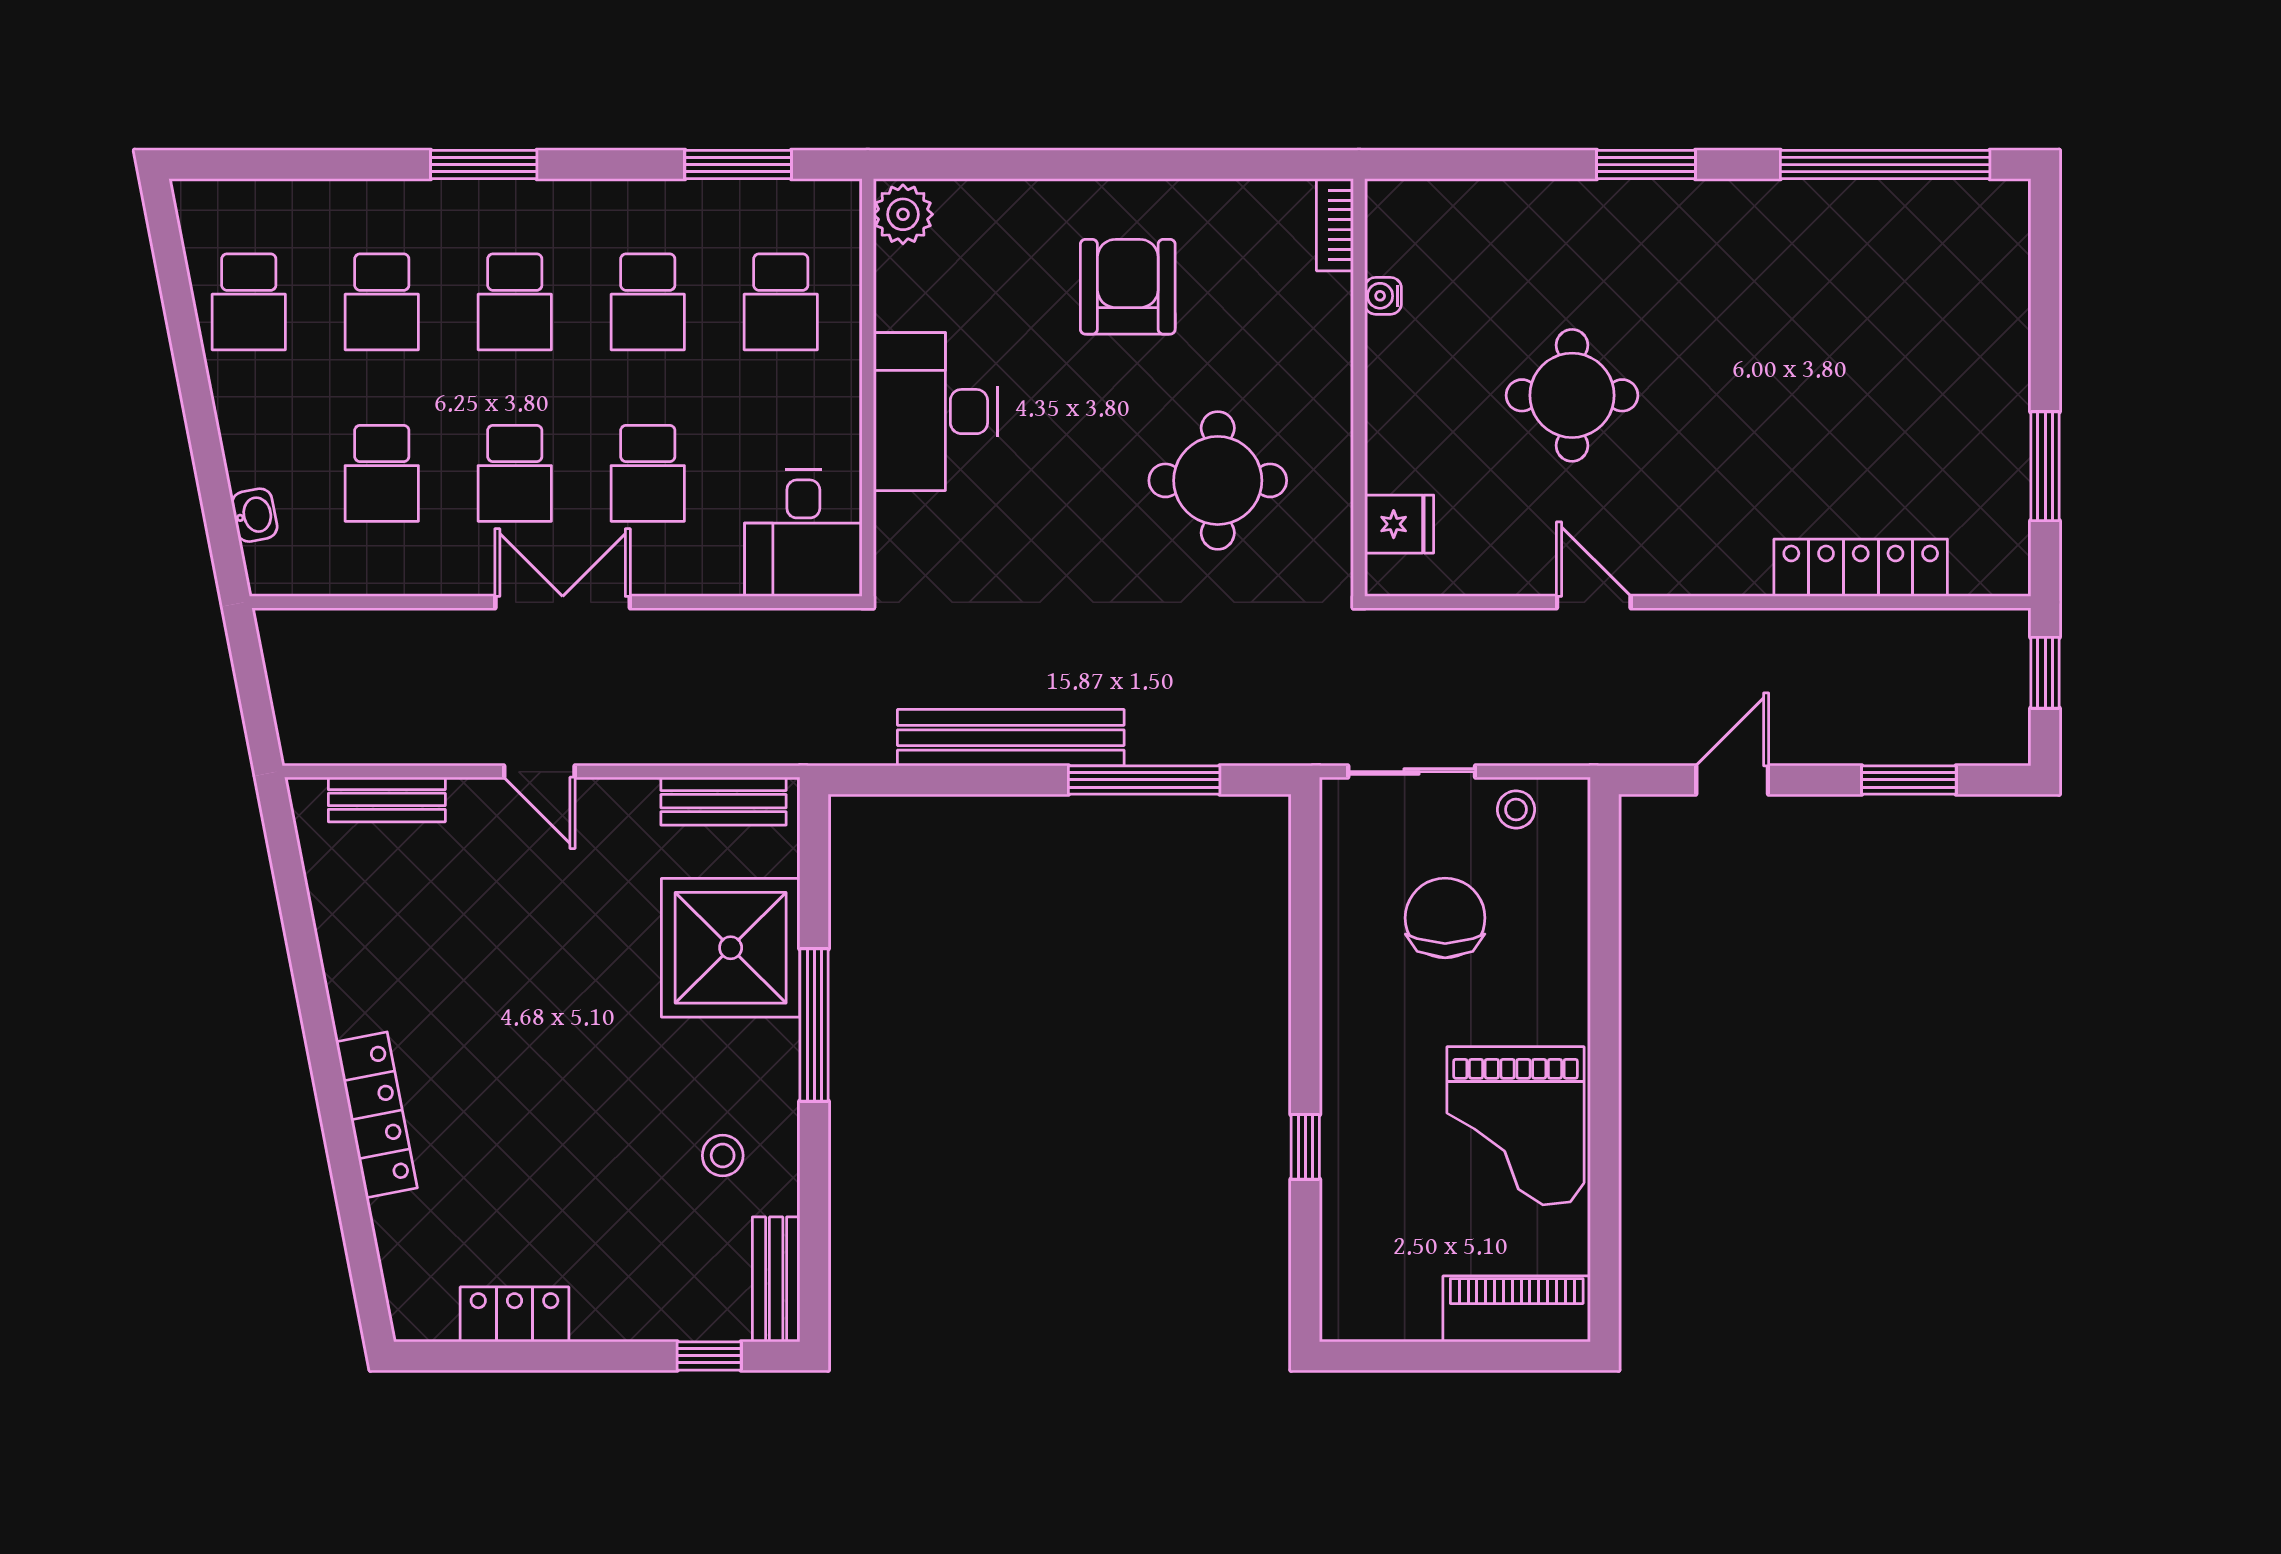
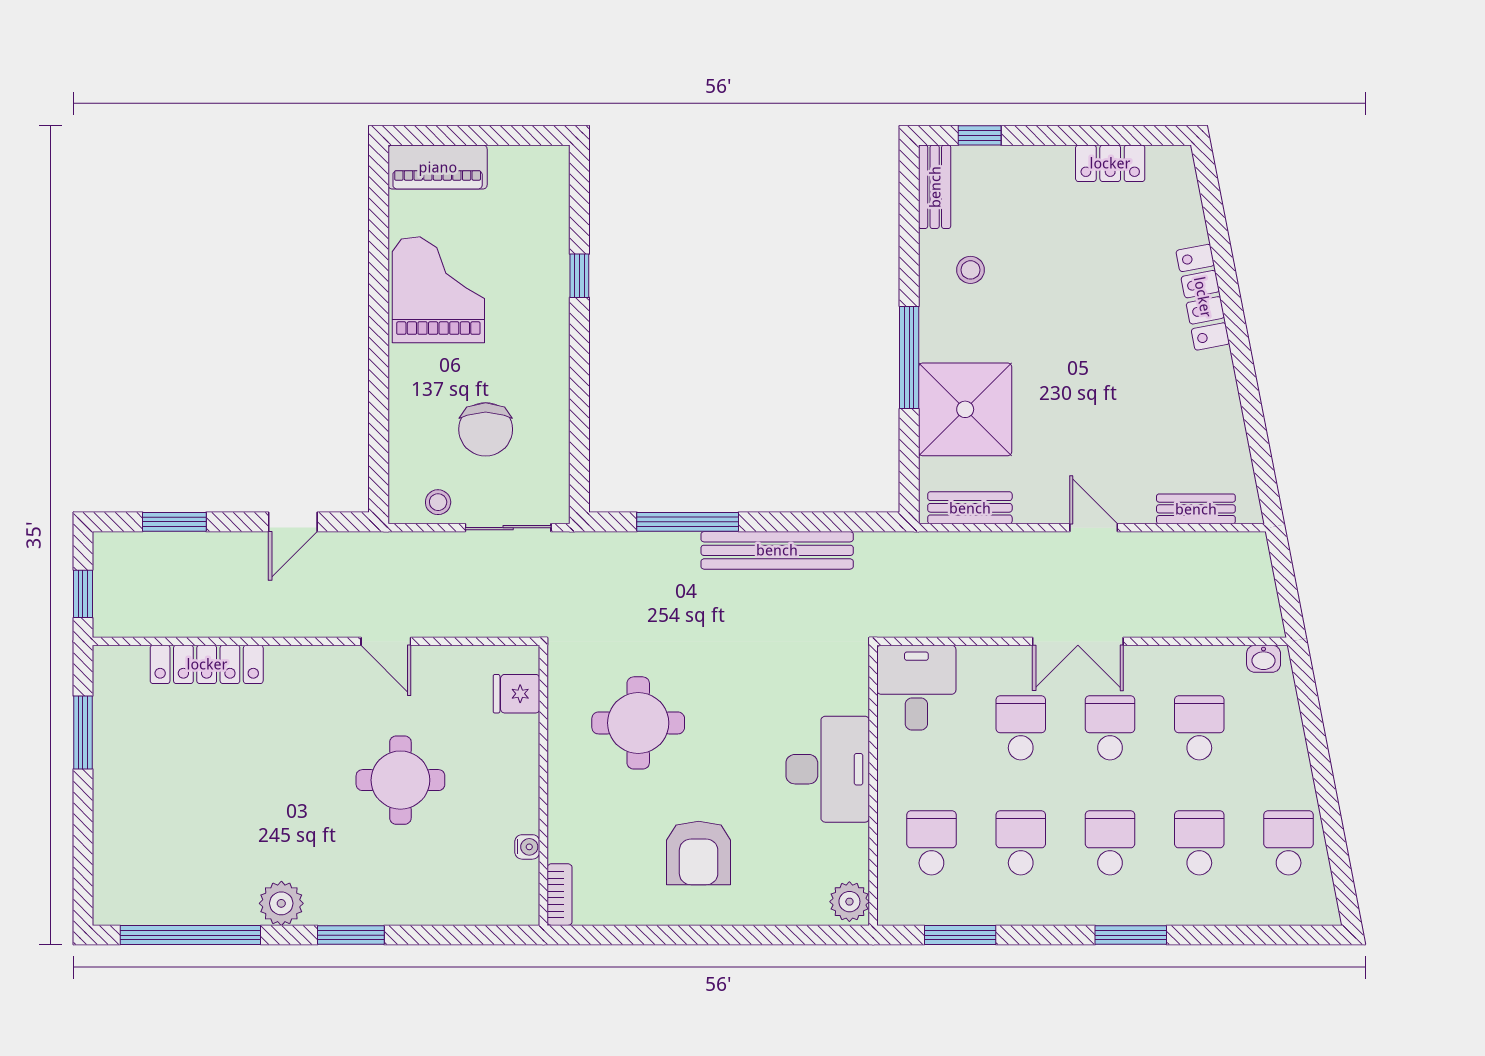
plant: (1750, 212) -> (281, 903), added
washbasin: (254, 515) -> (1264, 659), moved, turned -79

